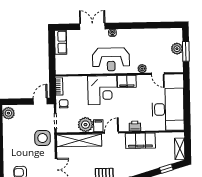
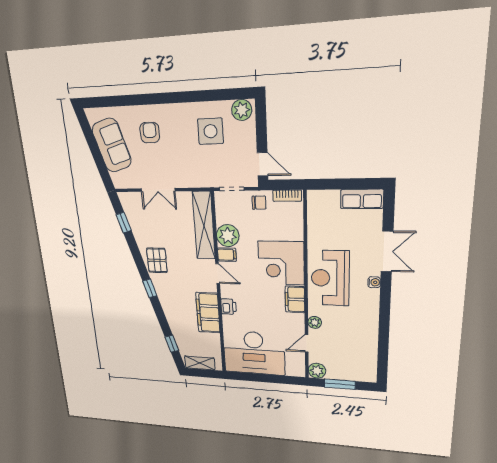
plant: (177, 49) -> (317, 371), moved
side table: (43, 138) -> (211, 131), moved

